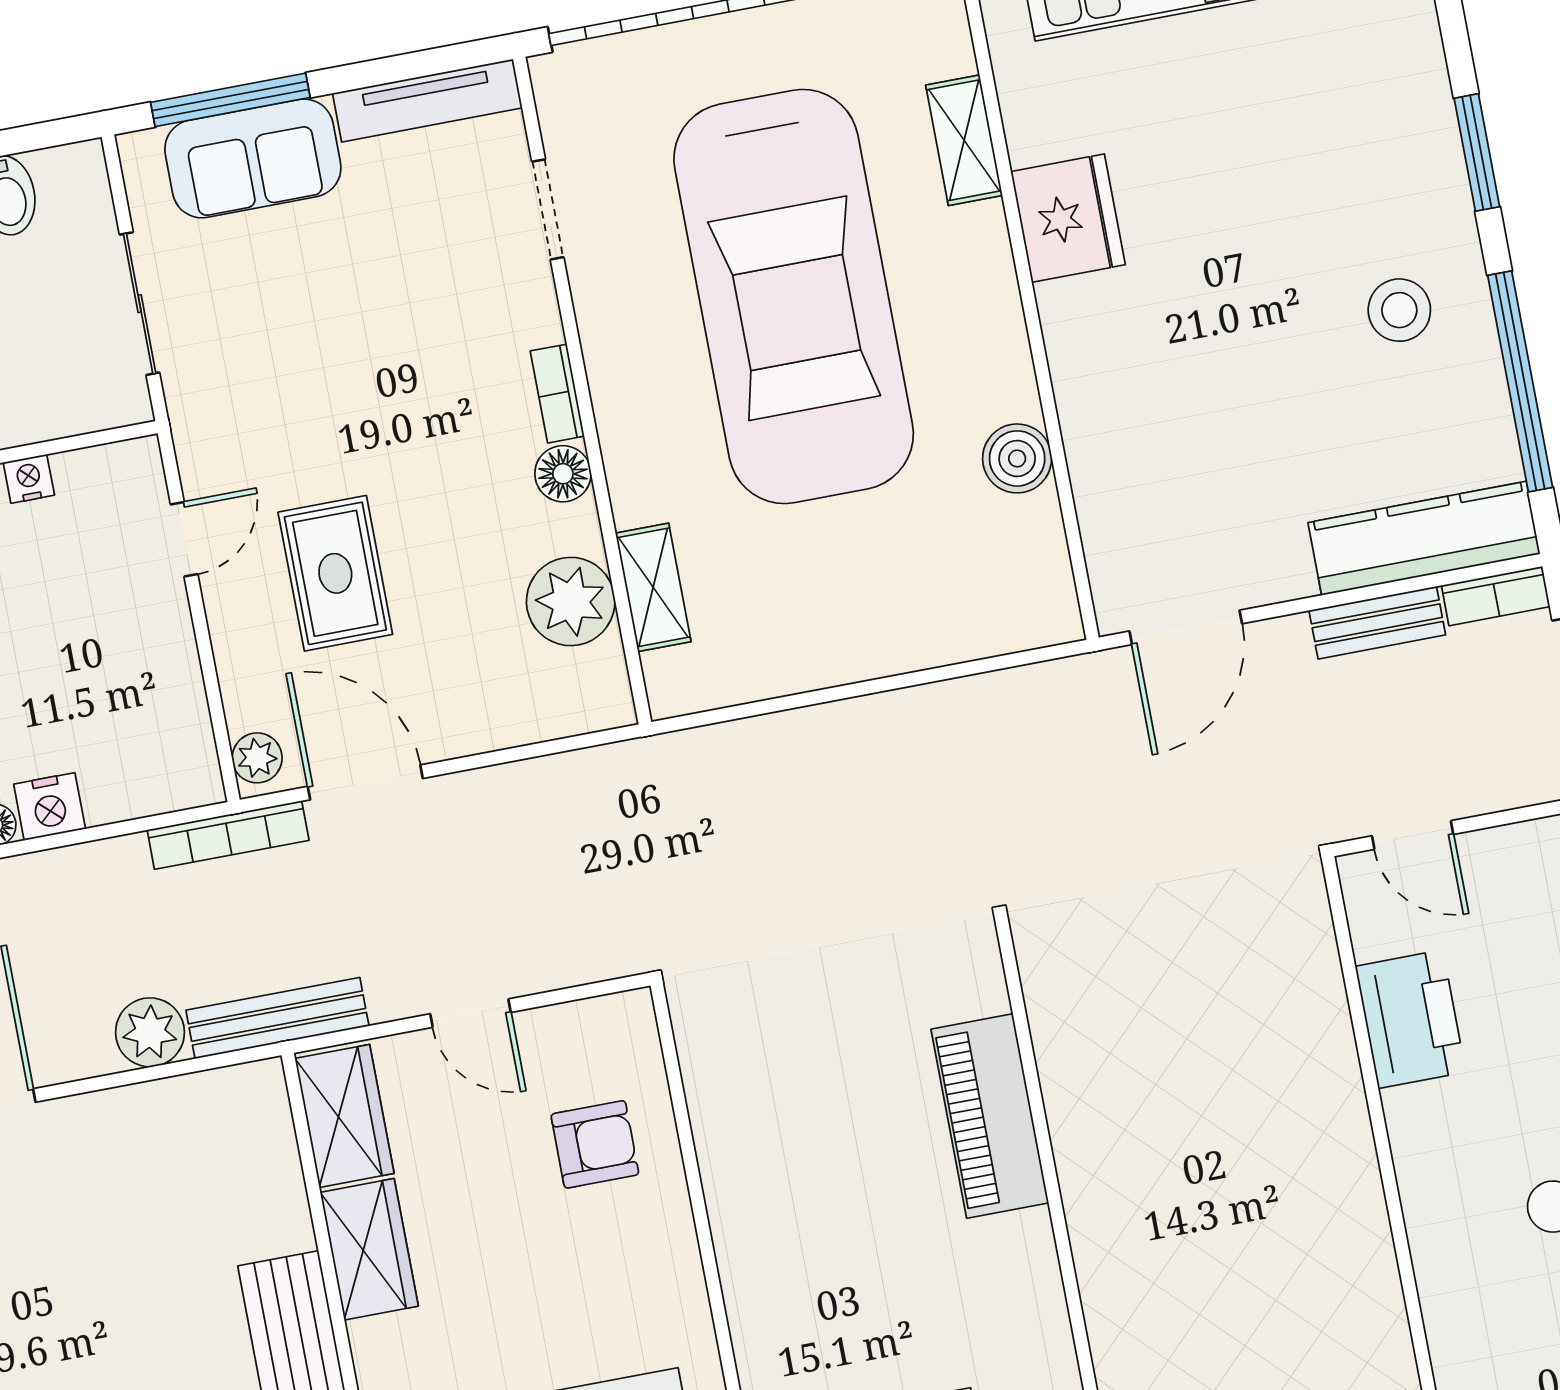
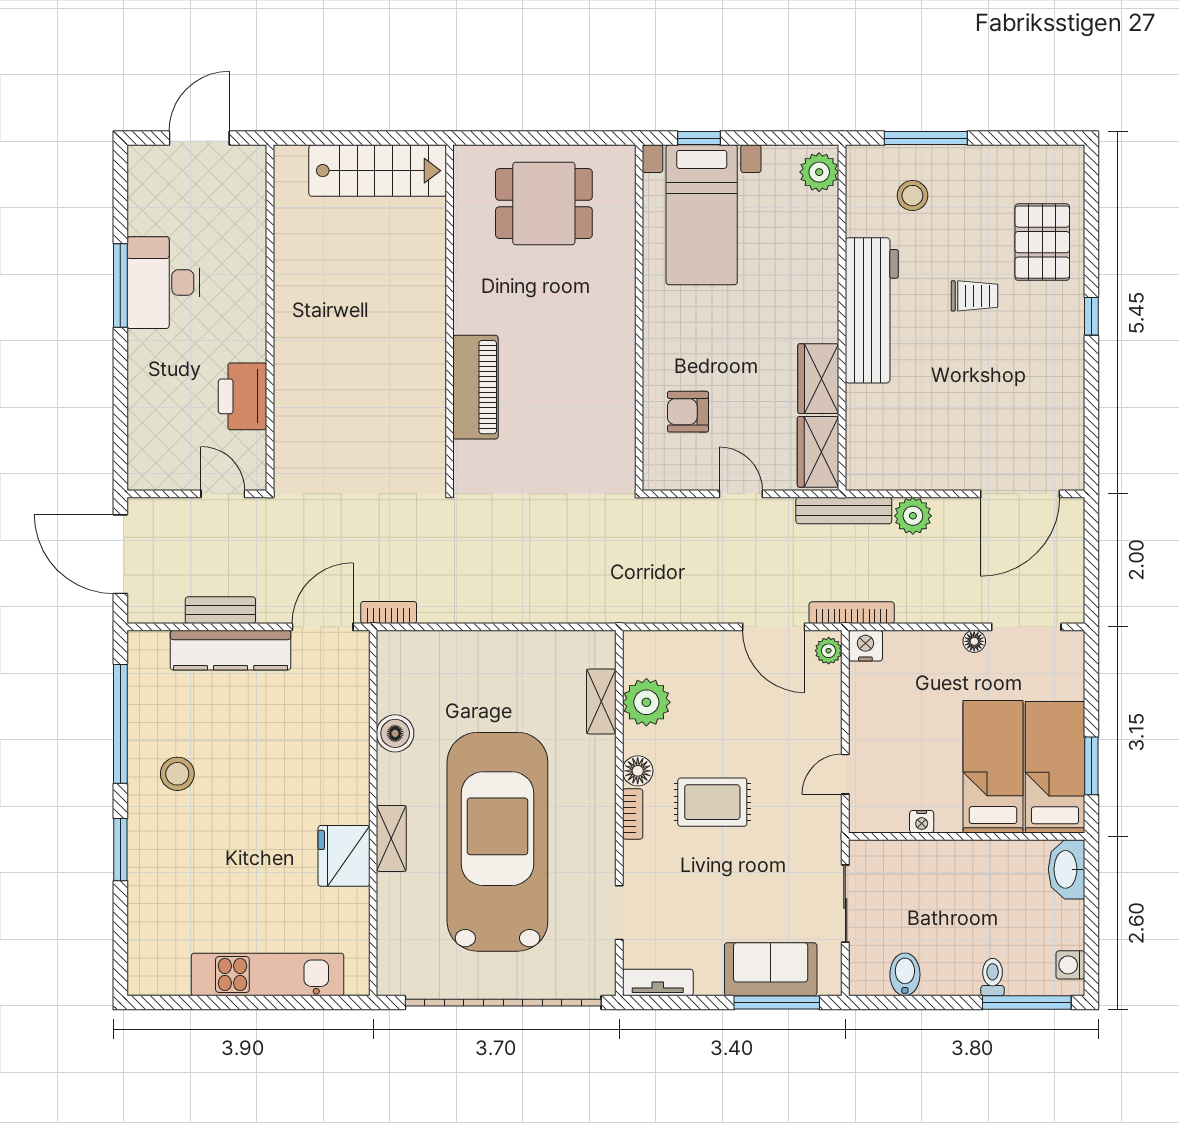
tv unit: (427, 101) -> (658, 982), width x0.71
shelving: (964, 140) -> (391, 838), moved
kitchen counter: (1424, 538) -> (231, 650), moved
rug: (335, 573) -> (712, 802), moved, turned 90
bookcase: (1496, 596) -> (389, 612), moved
nightstand: (50, 807) -> (865, 646), moved

